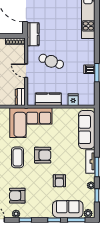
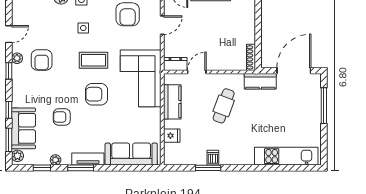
door: (26, 71) -> (197, 72), moved
armchair: (43, 155) -> (97, 94), turned 90
armchair: (17, 196) -> (42, 60), turned 180

